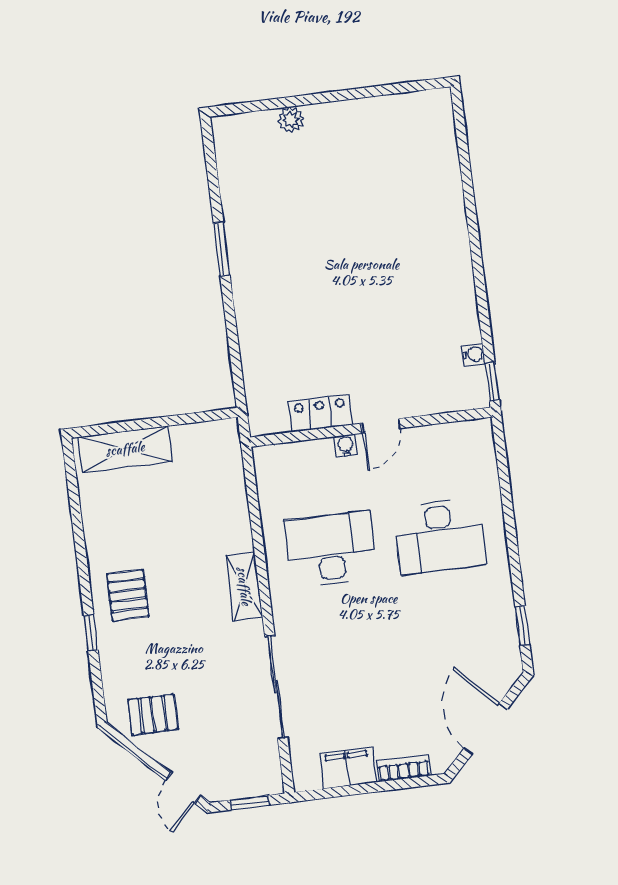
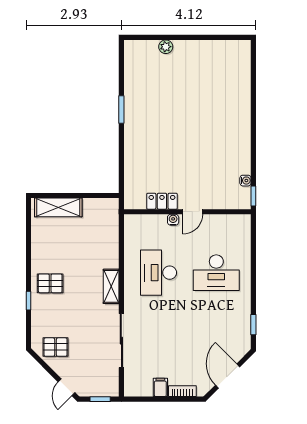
desk: (331, 549) -> (159, 273), turned -90
pallet: (128, 595) -> (50, 283), turned 90
filing cabinet: (348, 768) -> (160, 387), width x0.50

